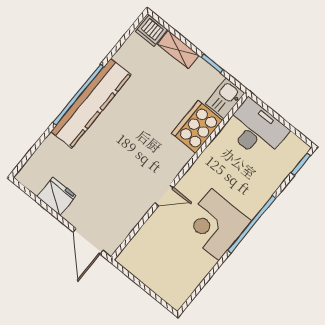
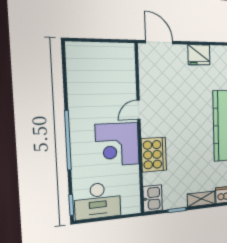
cooker: (197, 127) -> (154, 155), moved
desk: (256, 129) -> (98, 201), moved
corner desk: (215, 225) -> (117, 145), moved, turned 180

